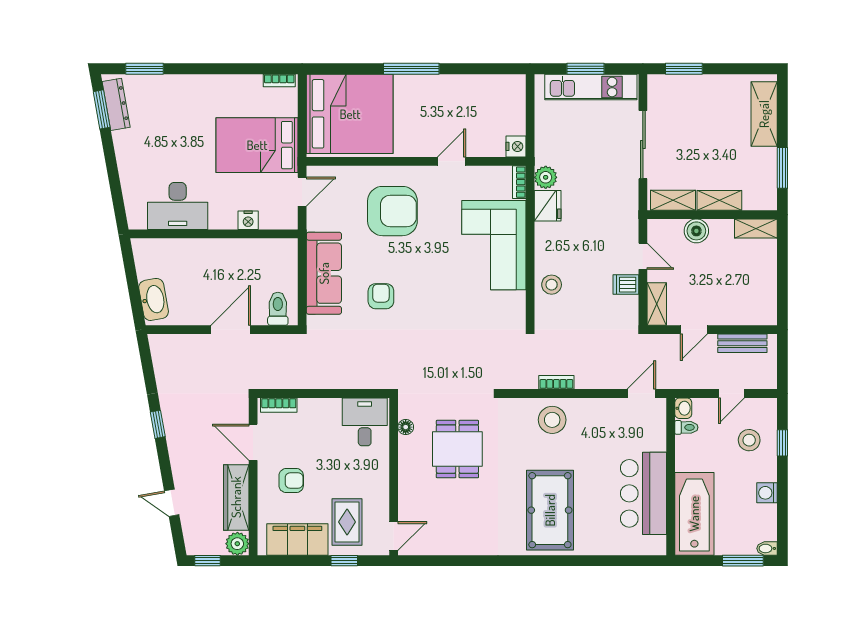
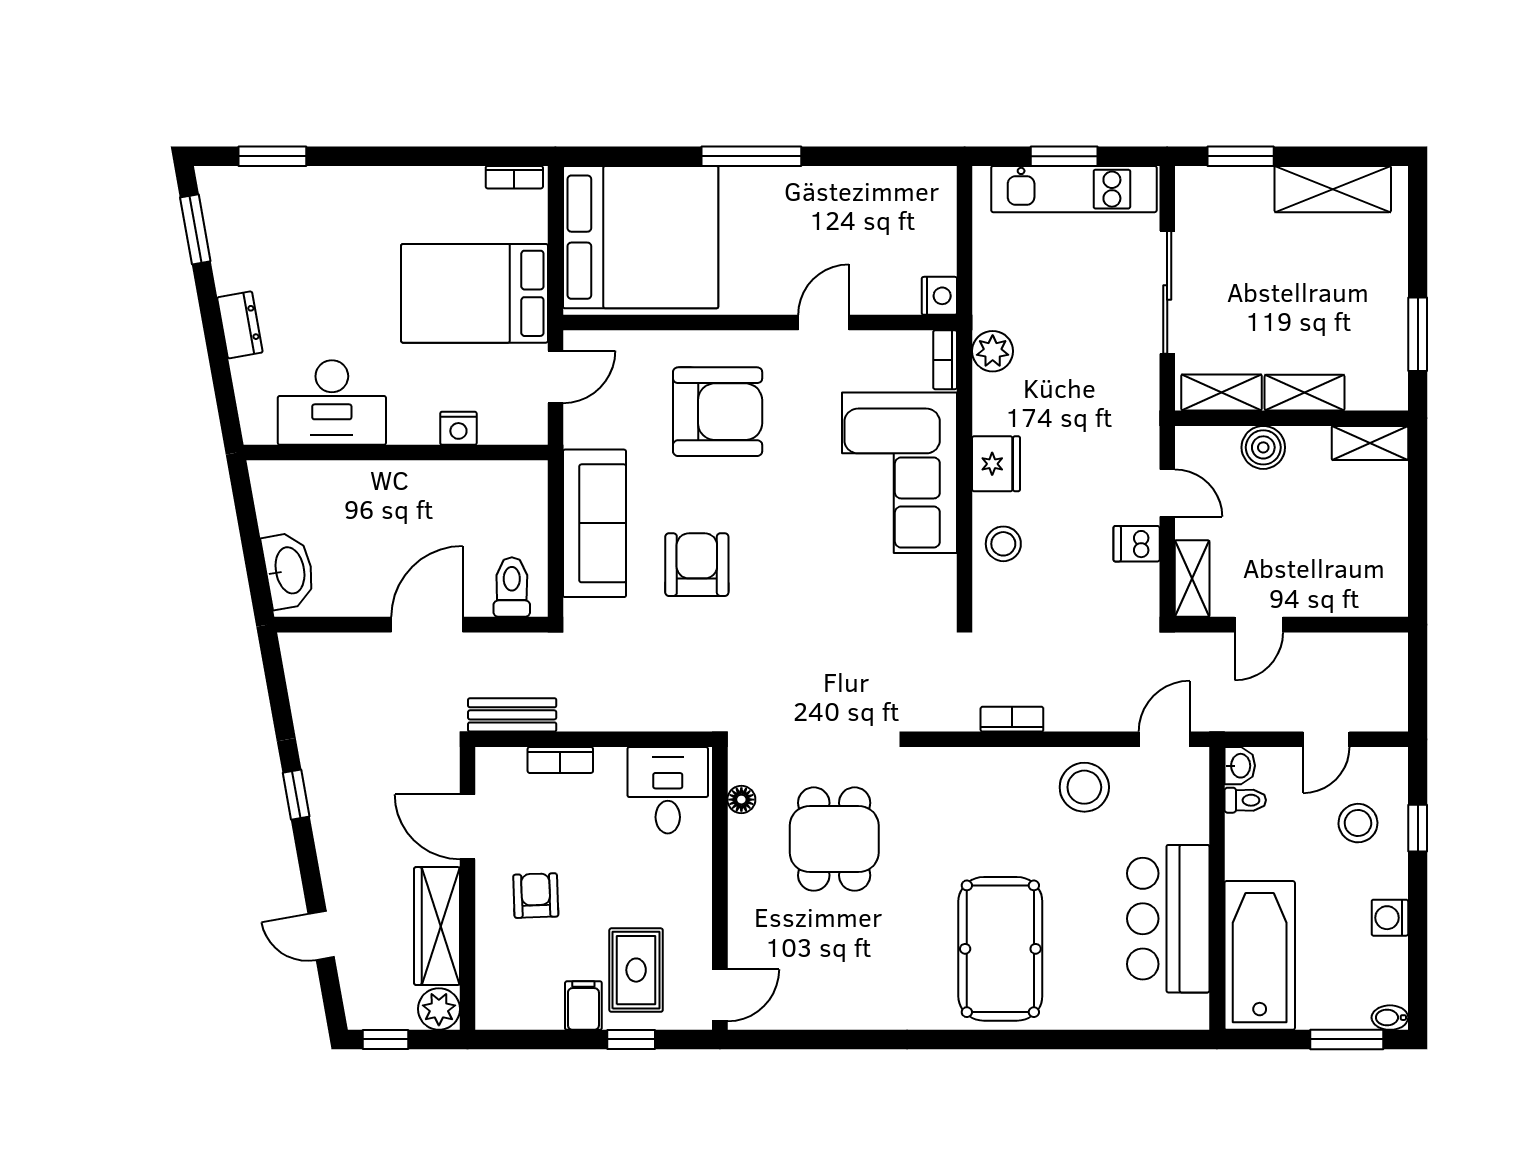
dresser: (116, 104) -> (240, 325), moved, width x0.70
shelving: (764, 114) -> (1333, 189), moved, turned 90
fridge: (548, 206) -> (996, 464), moved
armchair: (381, 296) -> (697, 565), width x1.38, depth x1.38
bench: (742, 343) -> (512, 715), moved
bookcase: (279, 405) -> (560, 760), moved
stool: (552, 420) -> (1084, 787), moved
armchair: (291, 481) -> (536, 896), turned -92
filing cabinet: (297, 539) -> (583, 1006), width x0.33, depth x0.86

